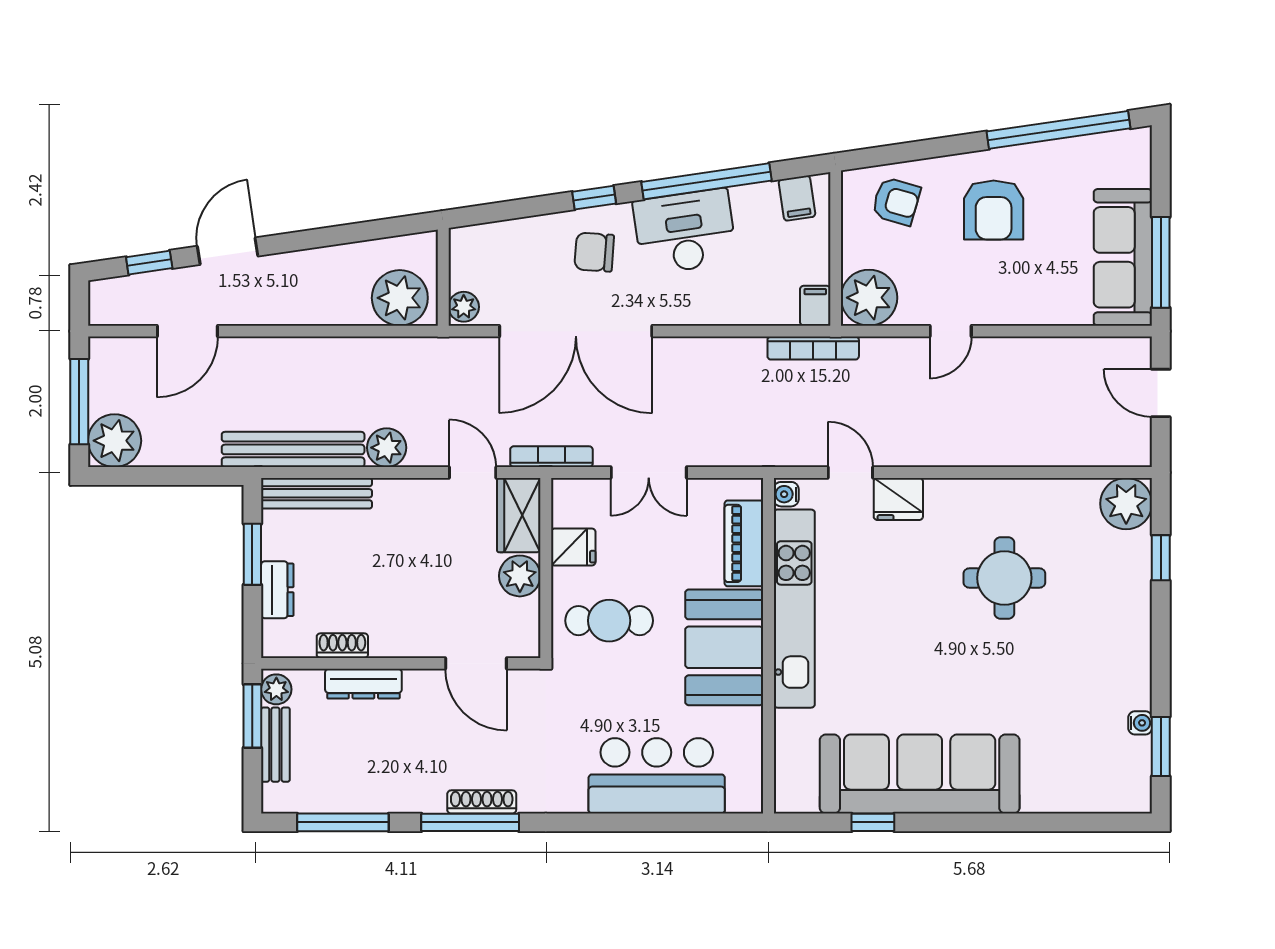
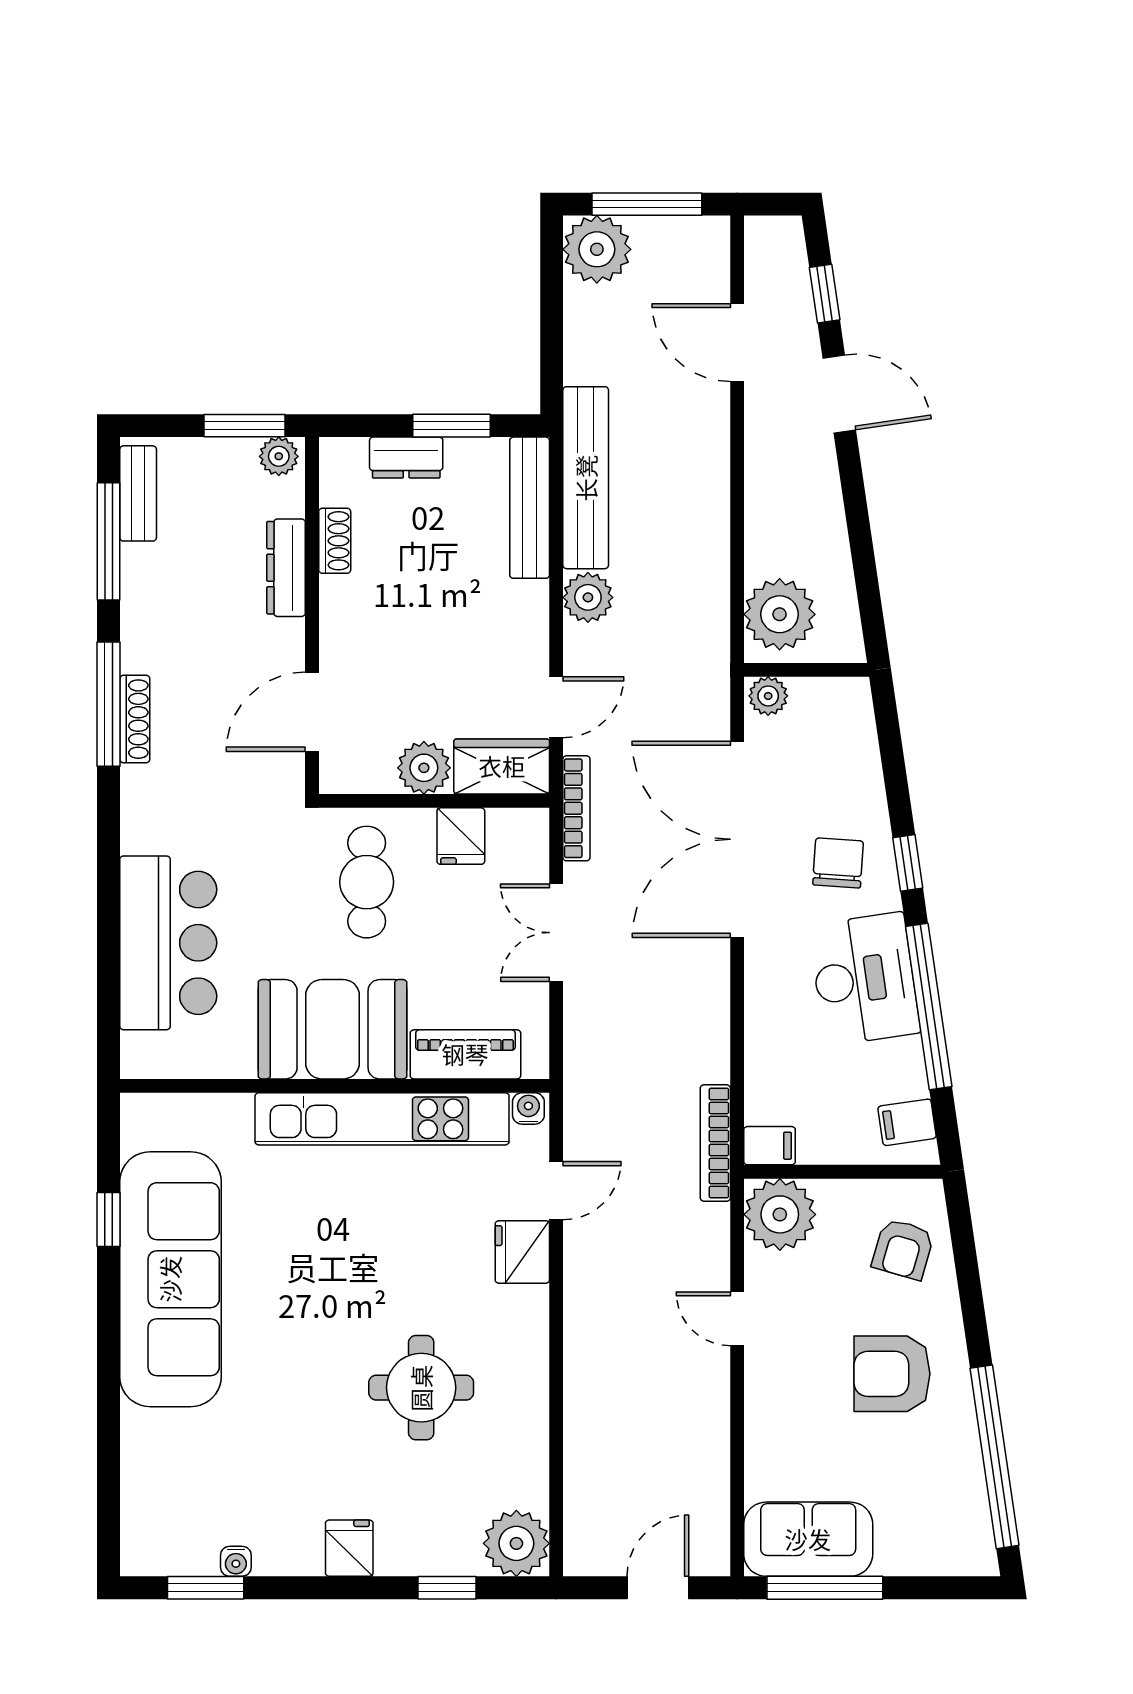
sofa: (1123, 257) -> (808, 1539), width x0.73
fridge: (1130, 634) -> (349, 1548), added
bench: (275, 745) -> (138, 493), moved, turned 90

